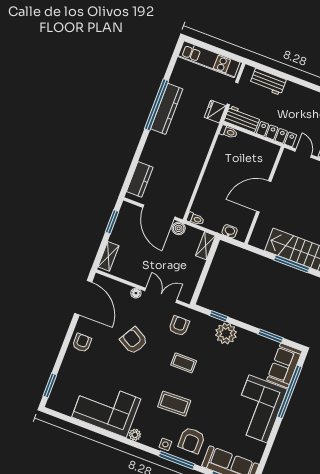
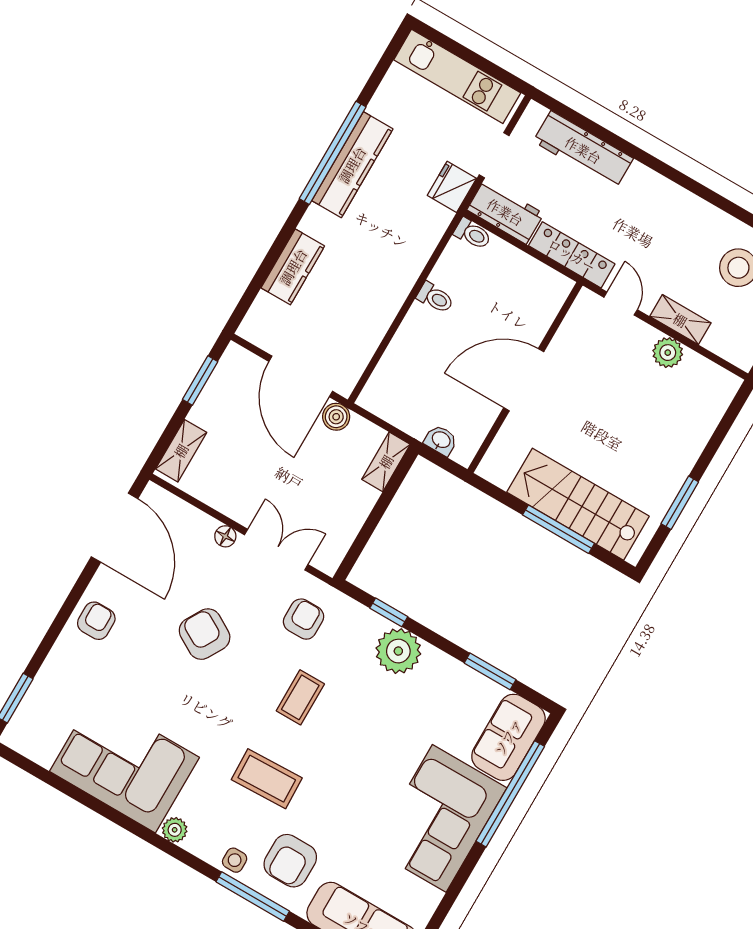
workbench: (268, 82) -> (583, 150), width x1.37
kitchen counter: (140, 179) -> (293, 267), moved
toilet: (195, 219) -> (435, 298), moved
coffee table: (184, 363) -> (300, 697), turned 90

